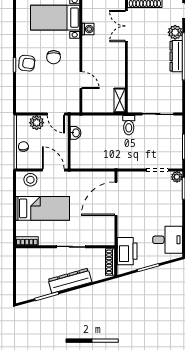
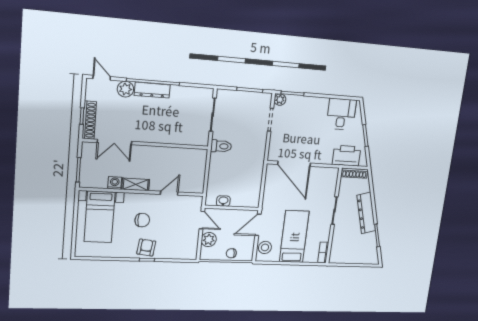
shelving: (120, 100) -> (136, 184), moved
door: (56, 114) -> (202, 220), hinge flipped

